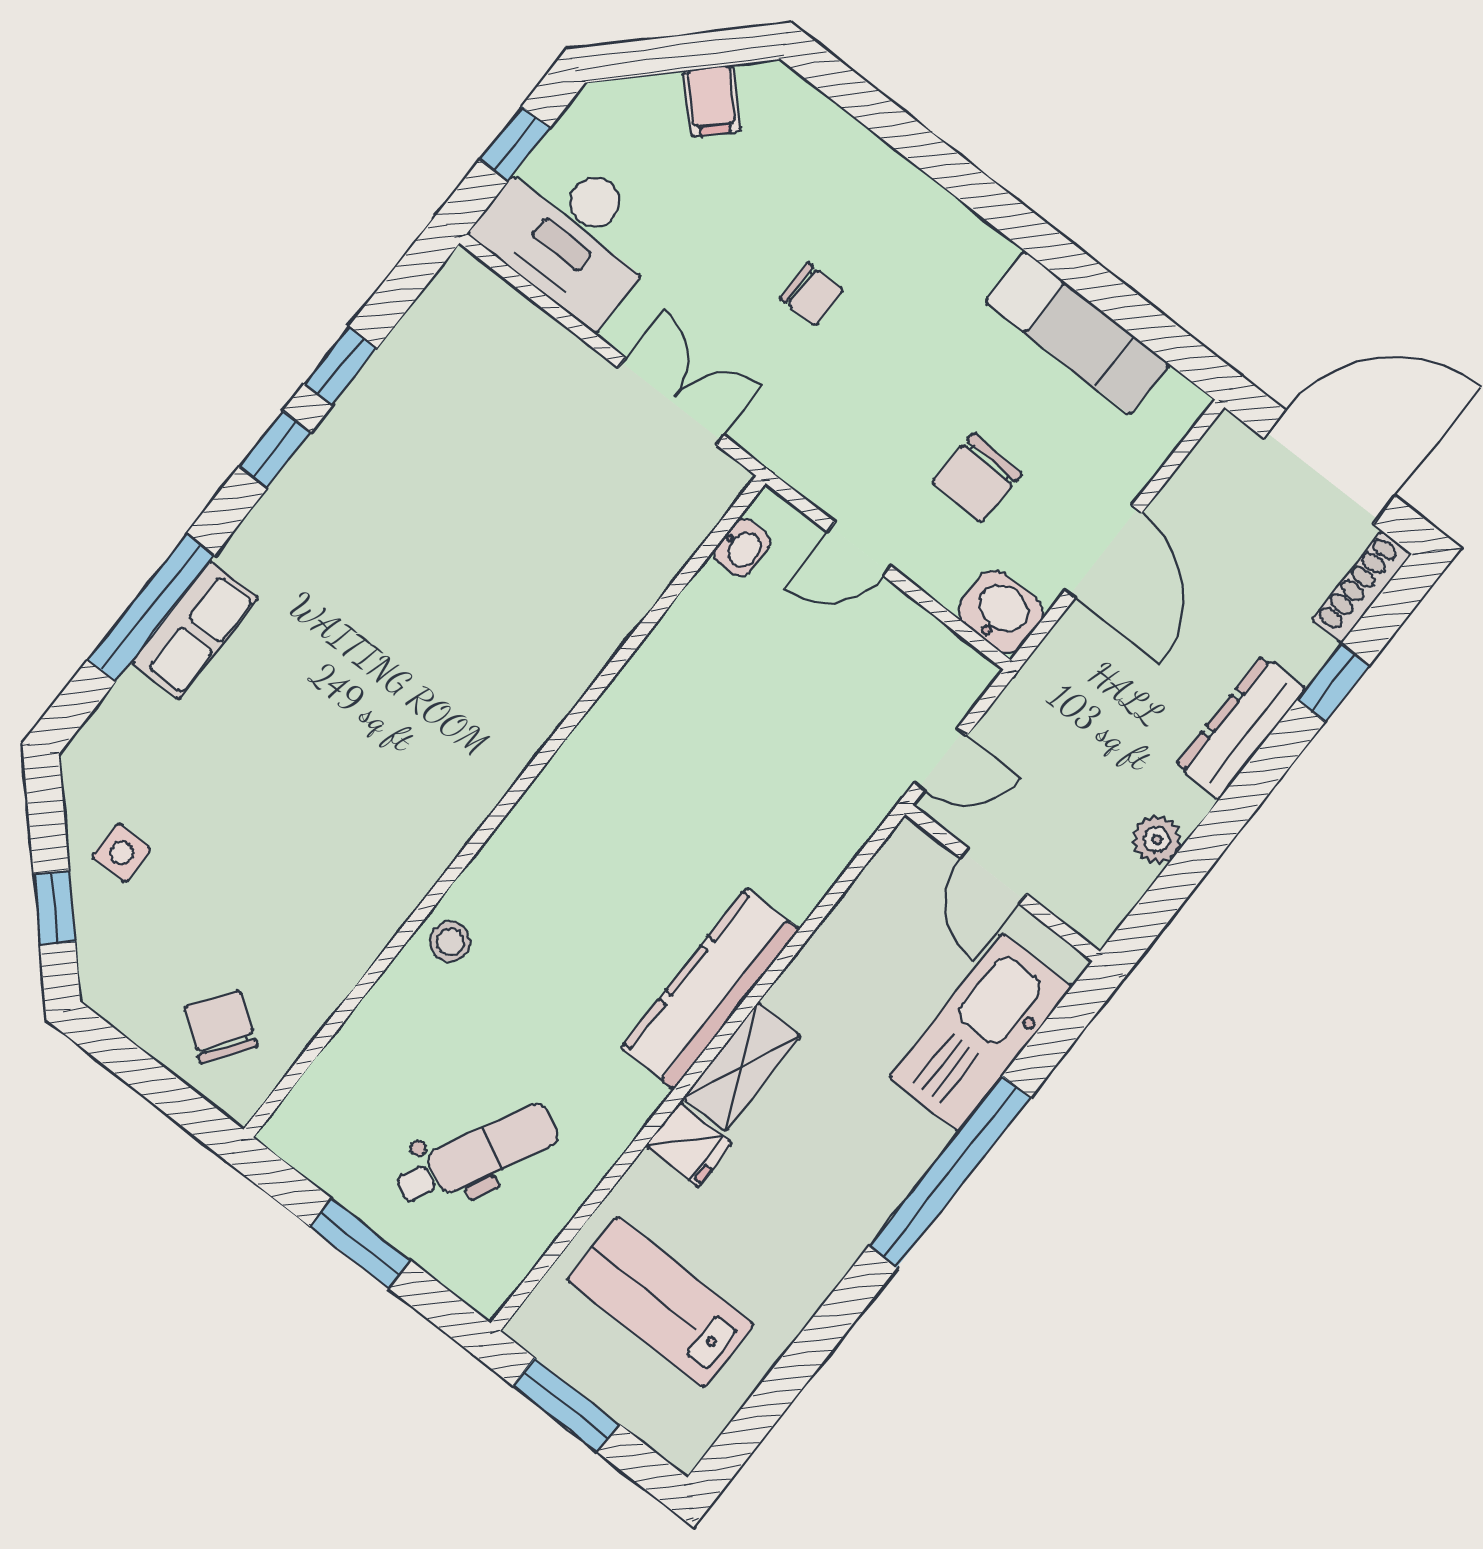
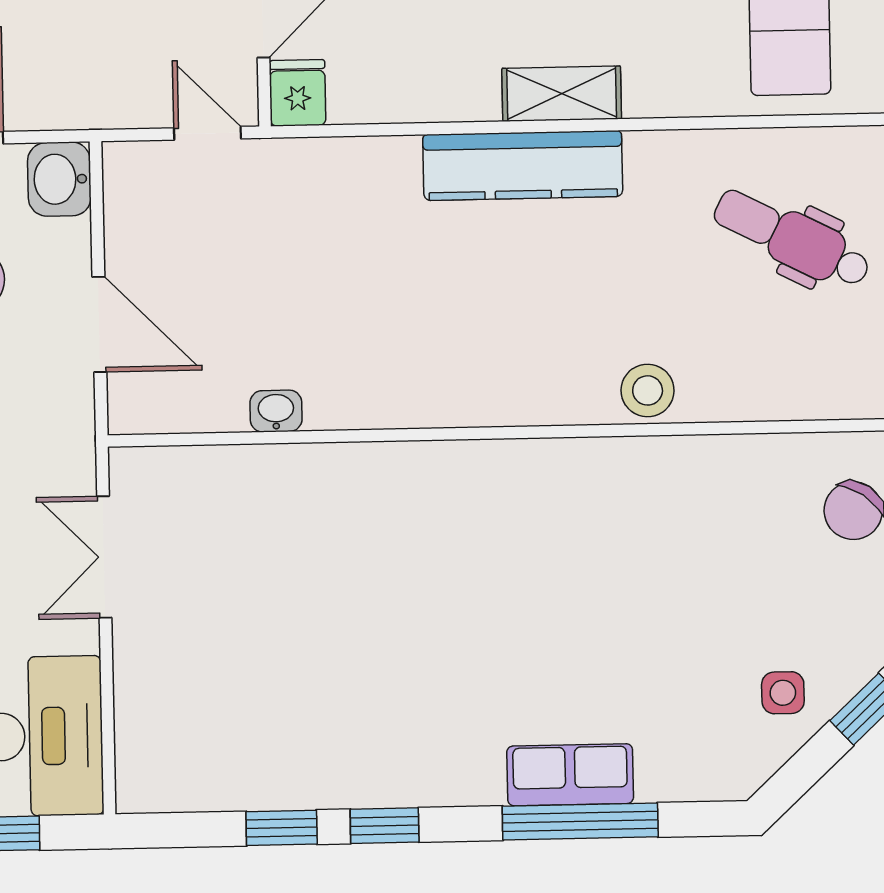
washbasin: (742, 548) -> (276, 411), moved
door: (859, 549) -> (99, 324), width x1.38
stool: (450, 942) -> (648, 390), width x1.37, depth x1.37
fridge: (689, 1144) -> (298, 93), moved

